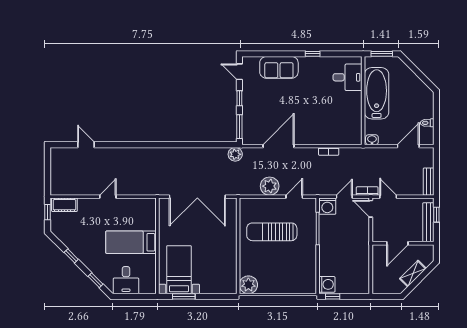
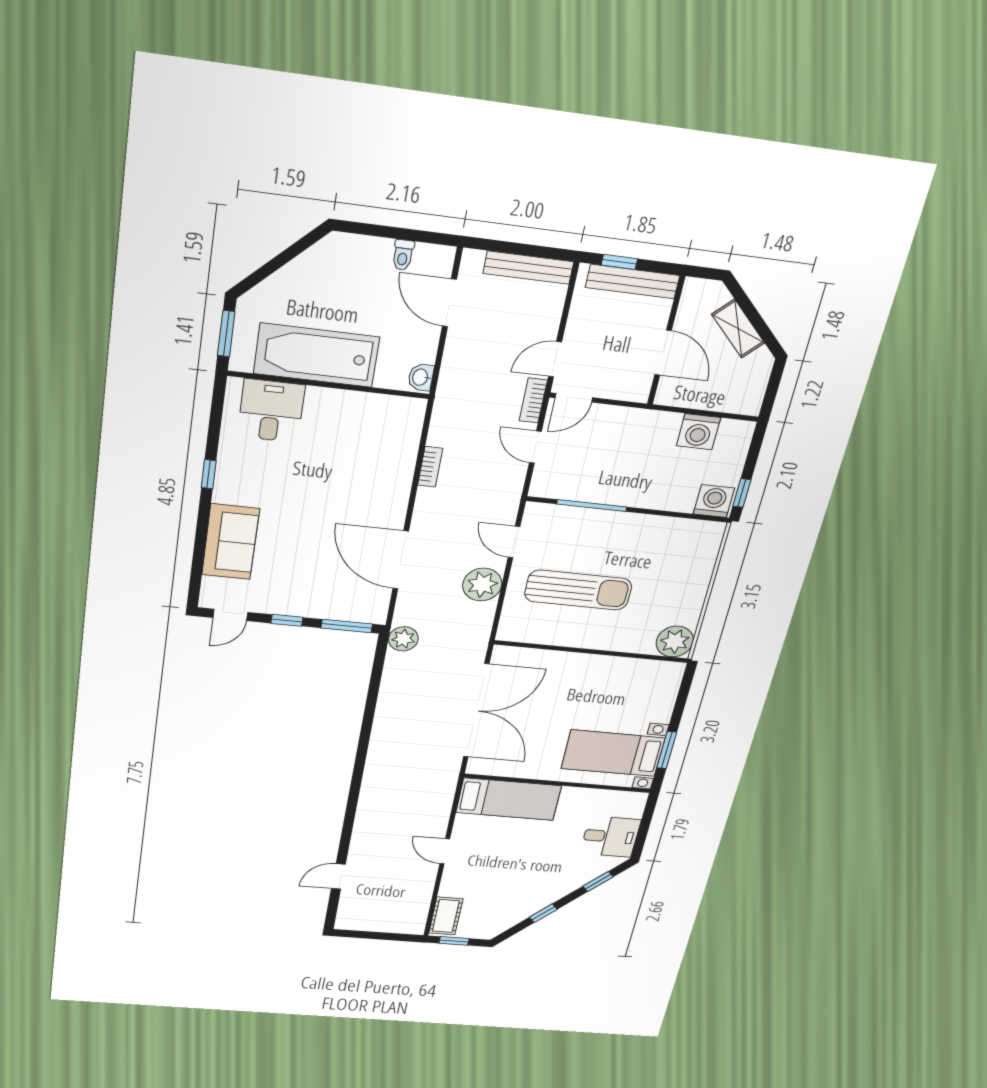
bench: (429, 182) -> (528, 268), width x1.36
washing machine: (327, 206) -> (698, 432), moved, turned 90
sun lounger: (272, 232) -> (578, 590), turned -90
bed: (131, 242) -> (509, 799), moved, turned -90

